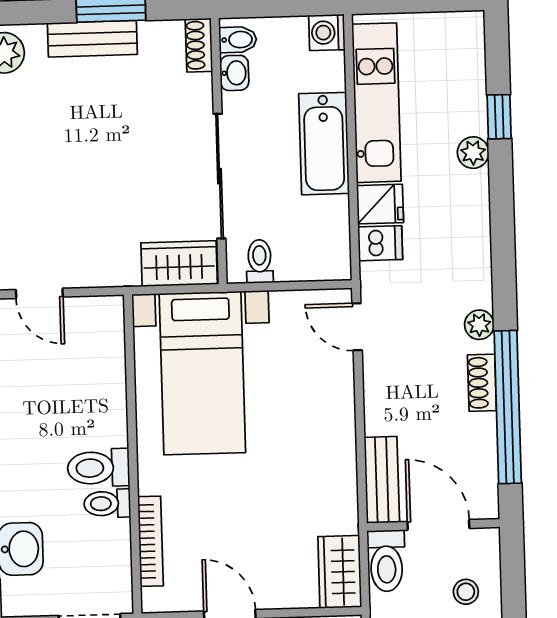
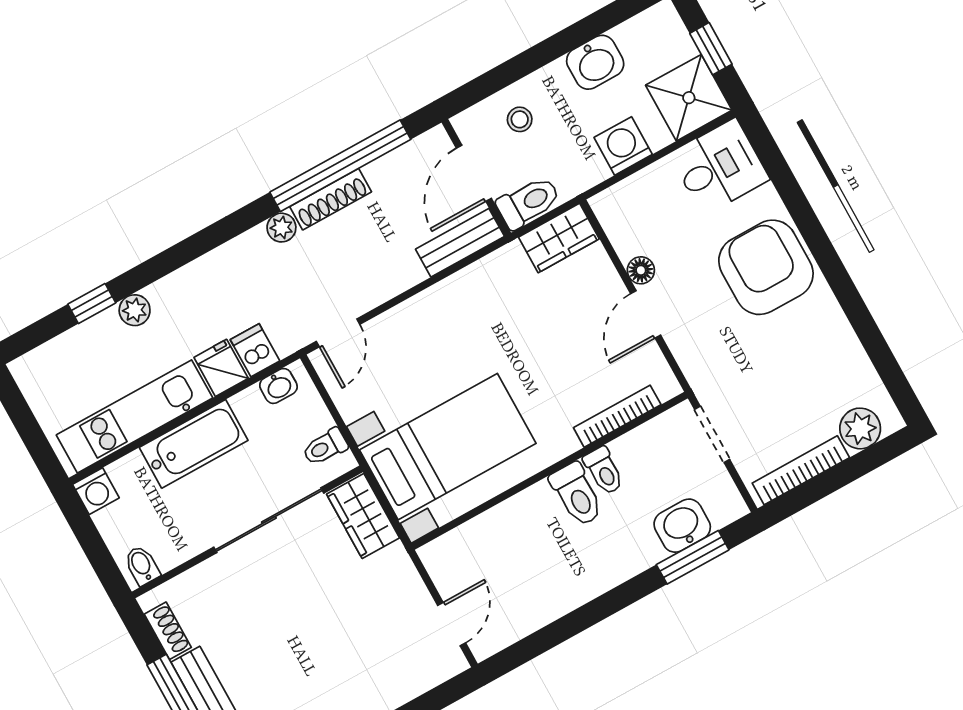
shoe rack: (199, 45) -> (168, 631), moved, turned -90
washbasin: (234, 73) -> (278, 386), moved, turned 180
shoe rack: (482, 383) -> (331, 199), width x1.43

